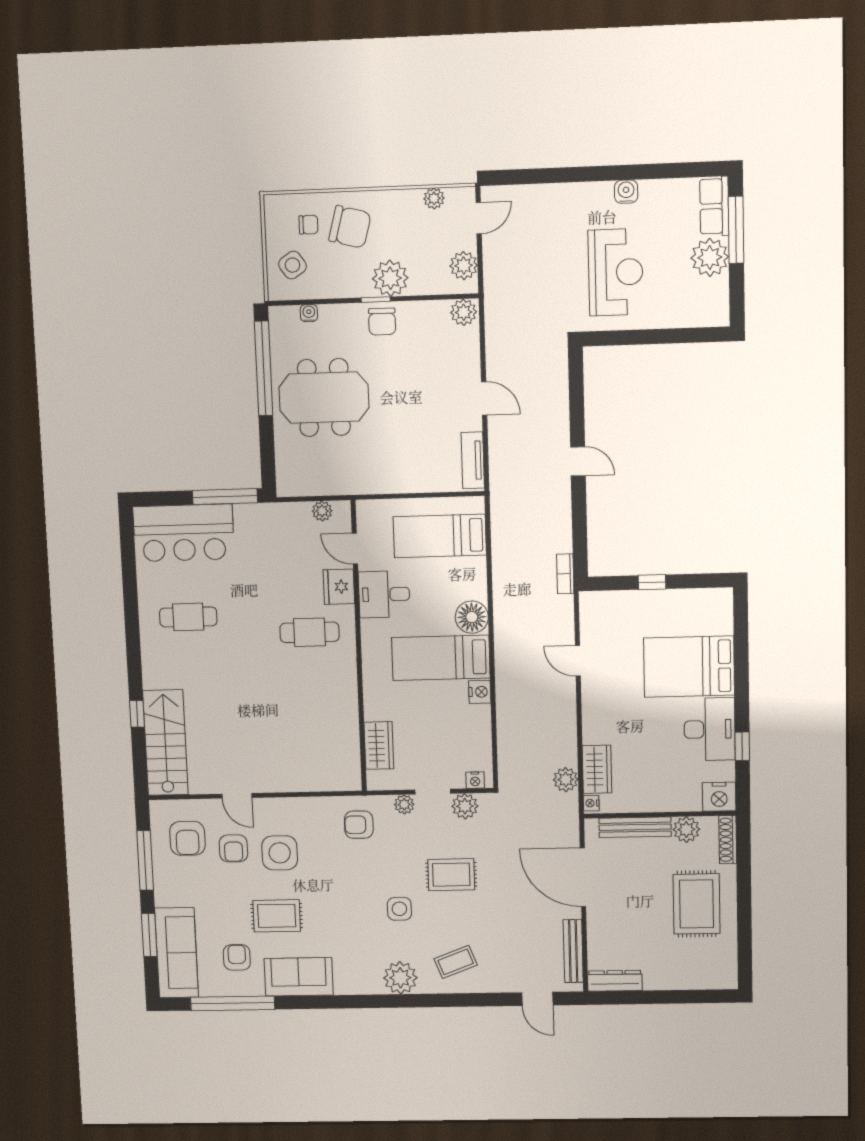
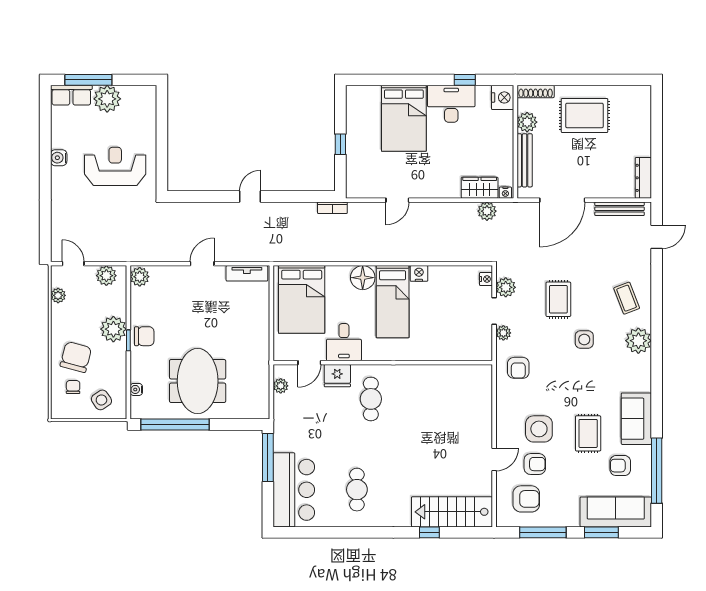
bed: (440, 536) -> (302, 299), width x1.50
wardrobe: (379, 745) -> (458, 350), removed

